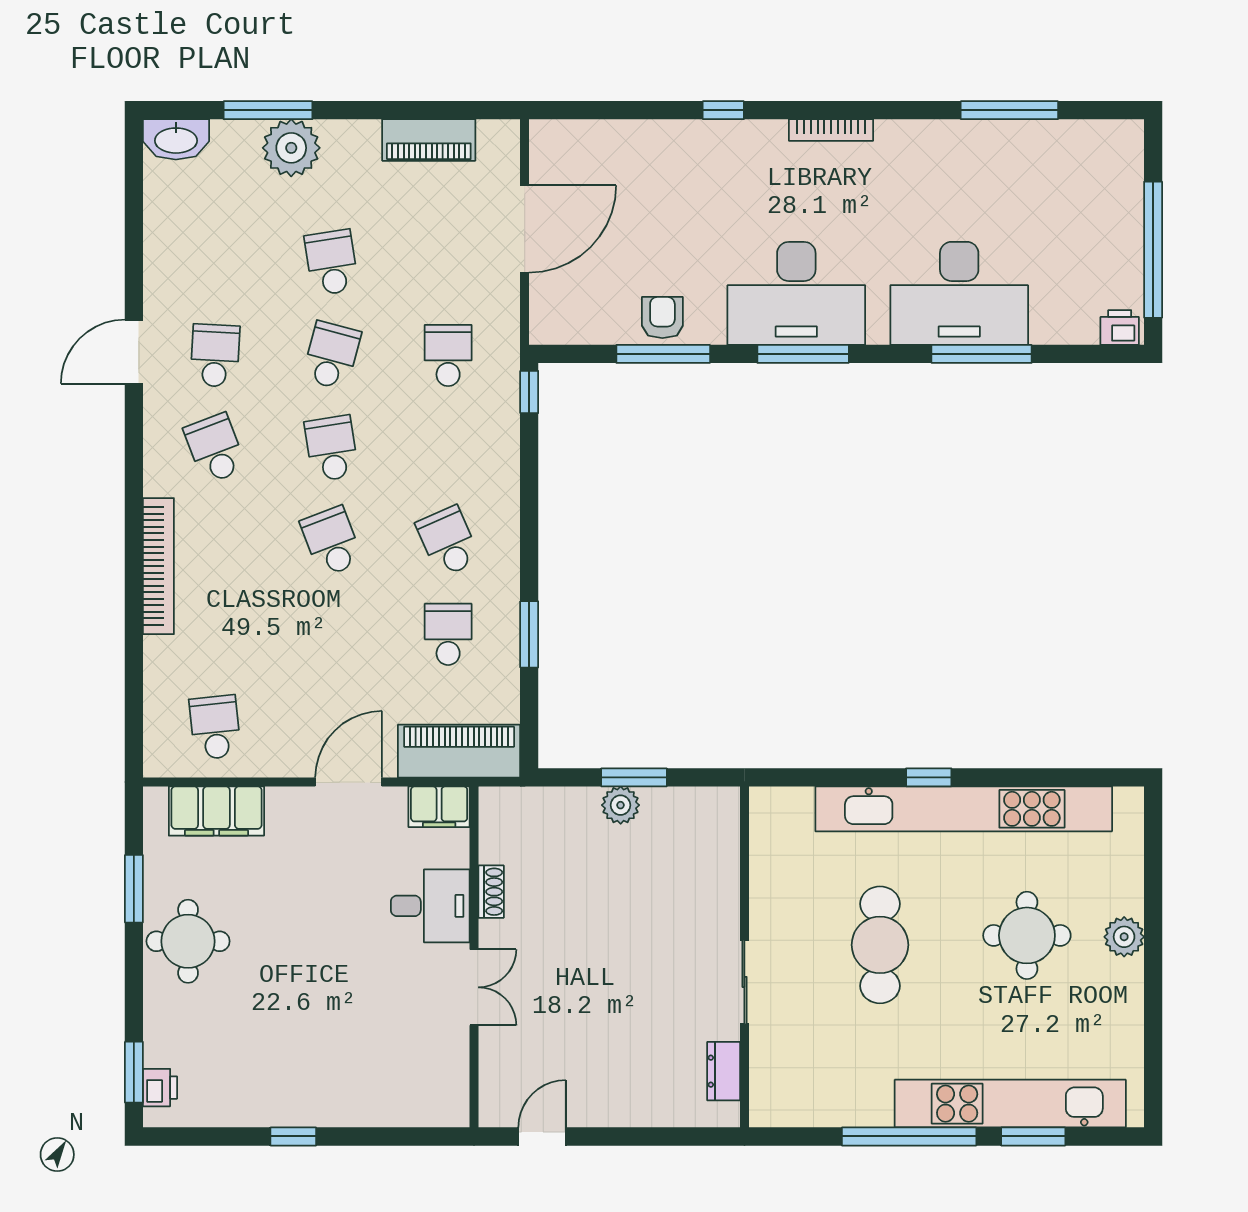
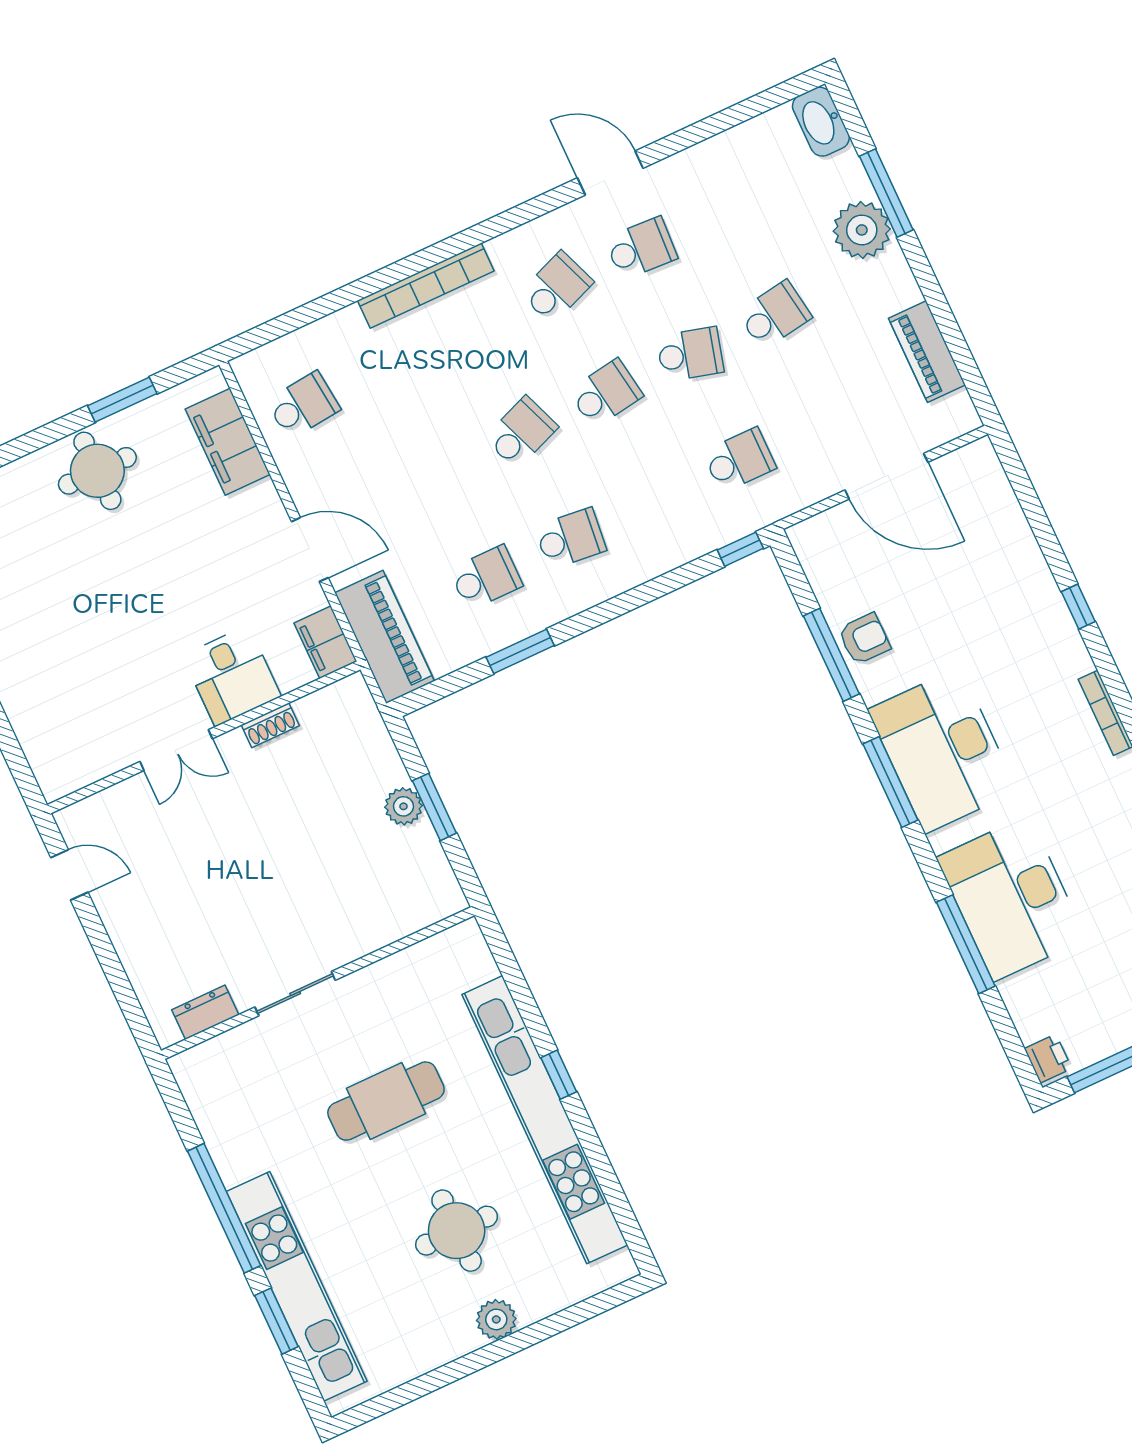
school desk: (448, 541) -> (570, 538), turned 30

